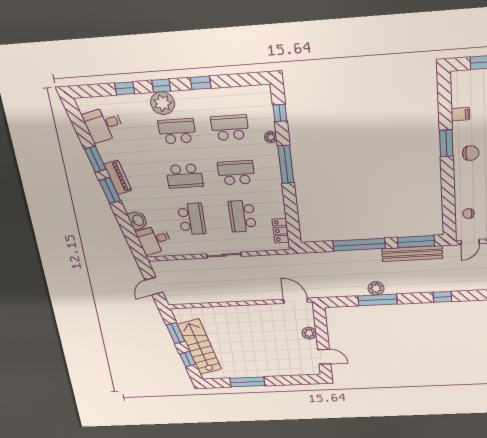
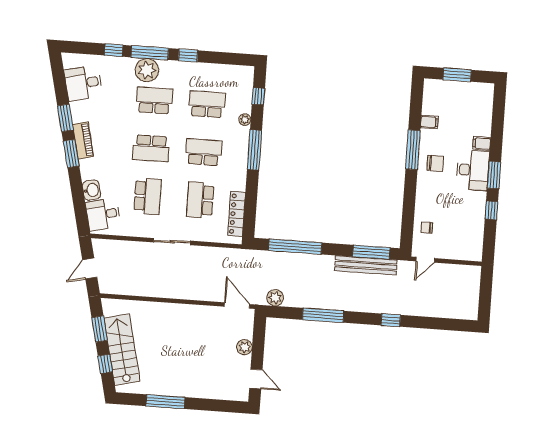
window: (161, 86) -> (150, 53), width x2.17
window: (446, 143) -> (413, 150), width x1.44
locker: (281, 231) -> (237, 214), width x1.53
window: (359, 245) -> (295, 247), moved
plant: (376, 288) -> (275, 298), moved

